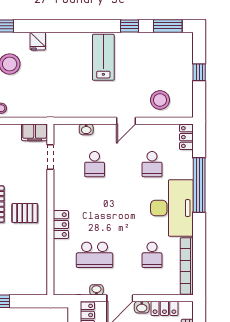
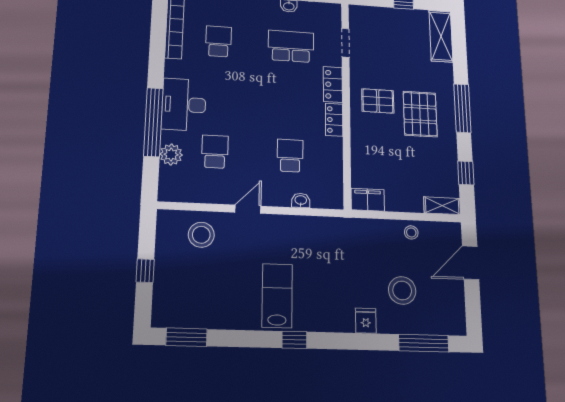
window: (130, 26) -> (294, 340), moved
lab bench: (103, 57) -> (277, 296), turned 180
locker: (186, 137) -> (334, 120), moved, turned 180
doorway: (50, 157) -> (345, 43), moved
plant: (185, 160) -> (171, 155), added
desk: (172, 208) -> (184, 105), width x0.73, depth x0.77

